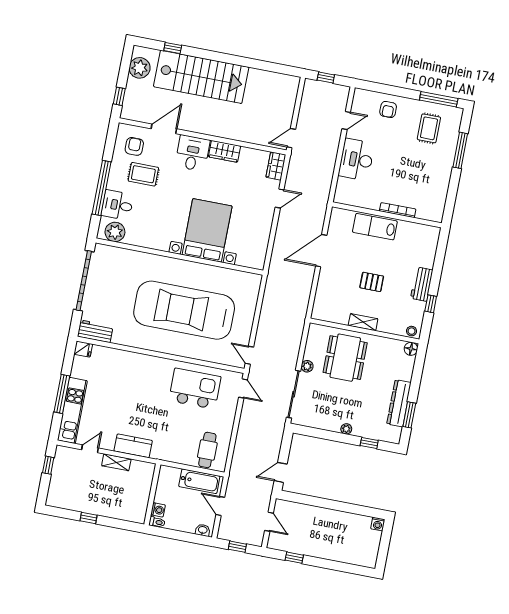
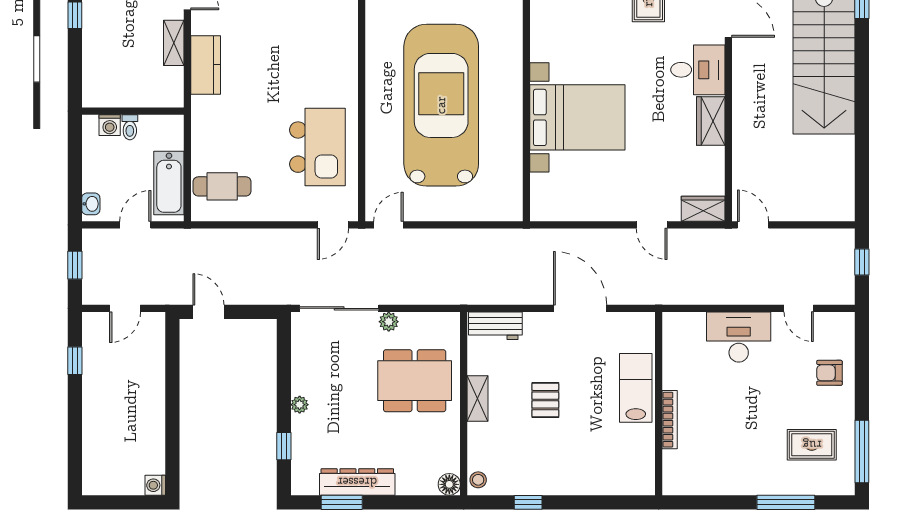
workbench: (422, 284) -> (495, 326), moved, turned 180
toilet: (157, 522) -> (130, 127), moved

